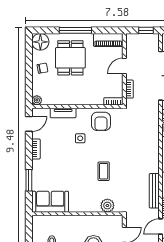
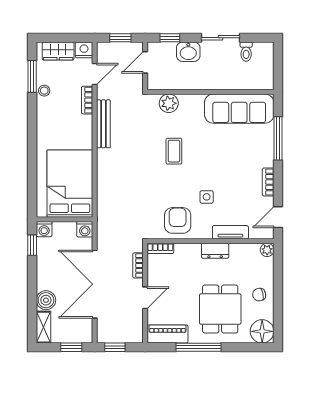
window: (75, 30) -> (198, 347), moved
dresser: (74, 100) -> (215, 251), added
window: (29, 180) -> (278, 138), width x1.44
sofa: (50, 202) -> (239, 109), width x1.36

